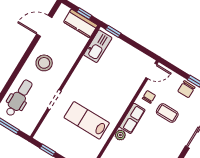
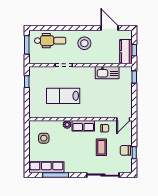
kitchen sink: (98, 46) -> (107, 73), moved
door: (151, 71) -> (123, 119), hinge flipped
lab bench: (87, 120) -> (63, 96), turned -90

